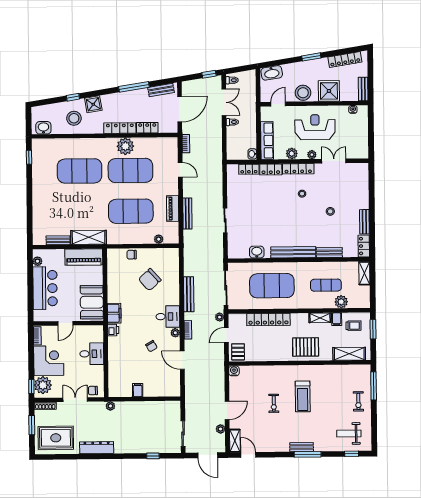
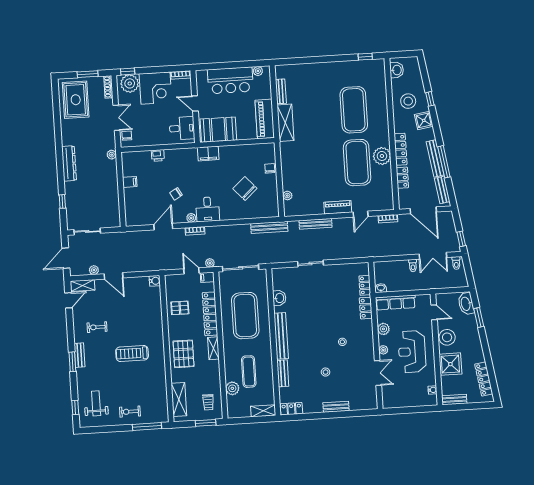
window: (311, 57) -> (479, 318), moved
bench: (130, 95) -> (435, 158), added
reception desk: (315, 127) -> (412, 352), turned 180
locker: (298, 169) -> (368, 336), removed
piano: (173, 209) -> (338, 207), moved
exercise mat: (131, 211) -> (315, 165), removed
bench: (364, 222) -> (336, 407), moved
bench: (189, 294) -> (269, 227), moved
shelving: (320, 318) -> (213, 348), moved
filing cabinet: (337, 319) -> (207, 277), moved
printer: (113, 330) -> (158, 155), moved
pallet: (238, 352) -> (180, 308), moved
desk: (92, 354) -> (182, 128), moved, turned -90
exercise bike: (274, 403) -> (97, 327), moved
dresser: (97, 448) -> (69, 163), moved
window: (308, 454) -> (72, 362), width x0.69

